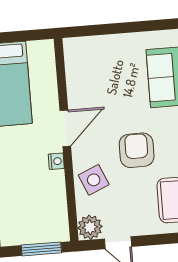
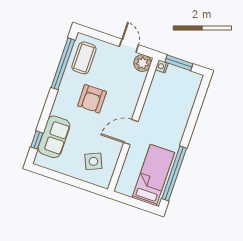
nightstand: (56, 161) -> (162, 66), moved
side table: (94, 180) -> (93, 161), moved

